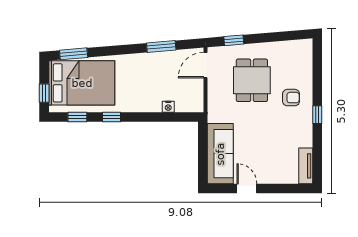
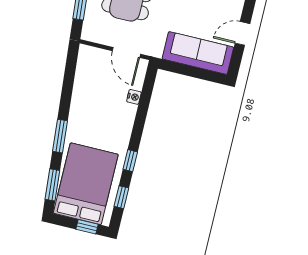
window: (161, 46) -> (60, 136), moved
door: (206, 65) -> (126, 52), moved

